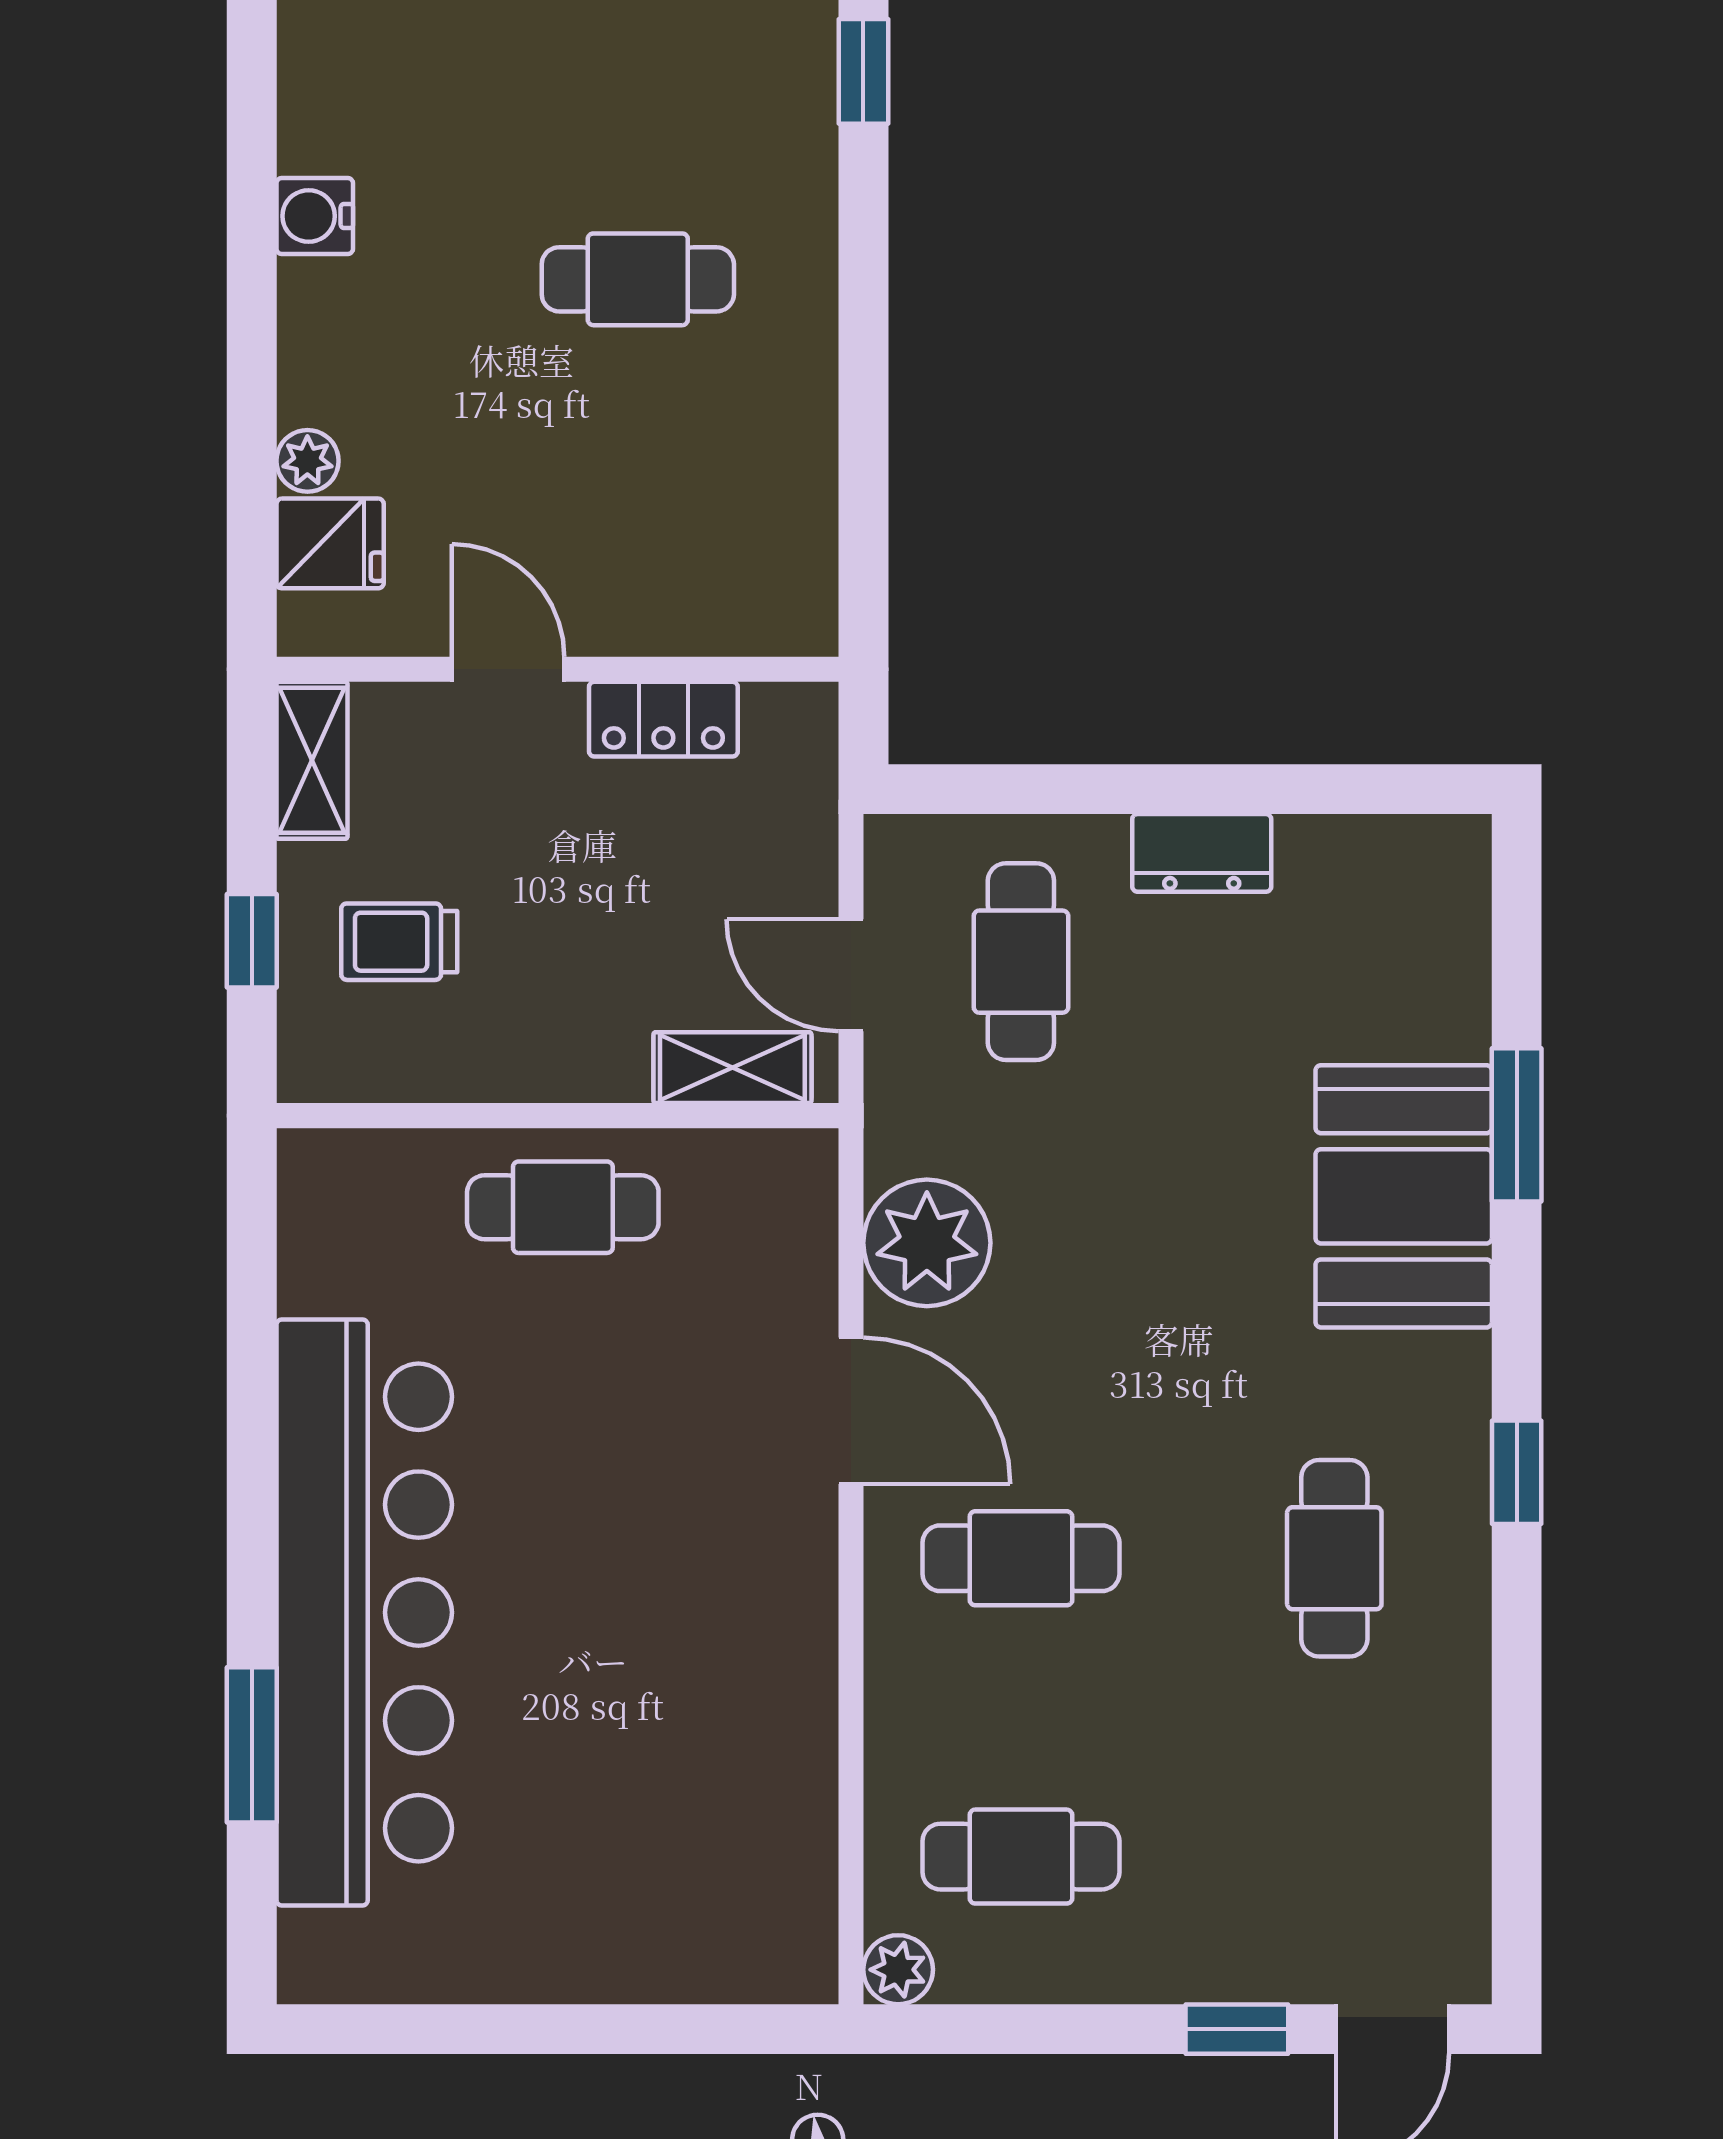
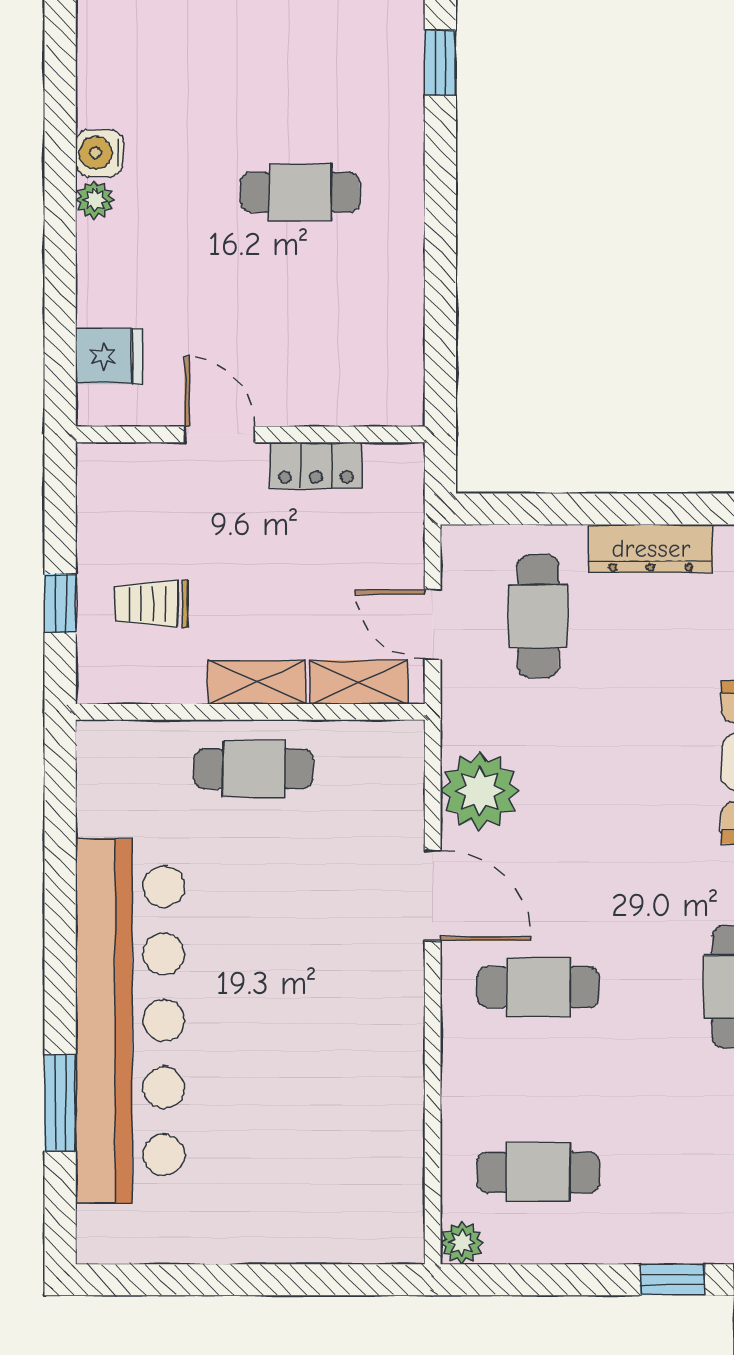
plant: (307, 461) -> (95, 200), moved
shelving: (312, 760) -> (257, 682), moved, turned 90
dresser: (1202, 853) -> (651, 549), width x1.44

